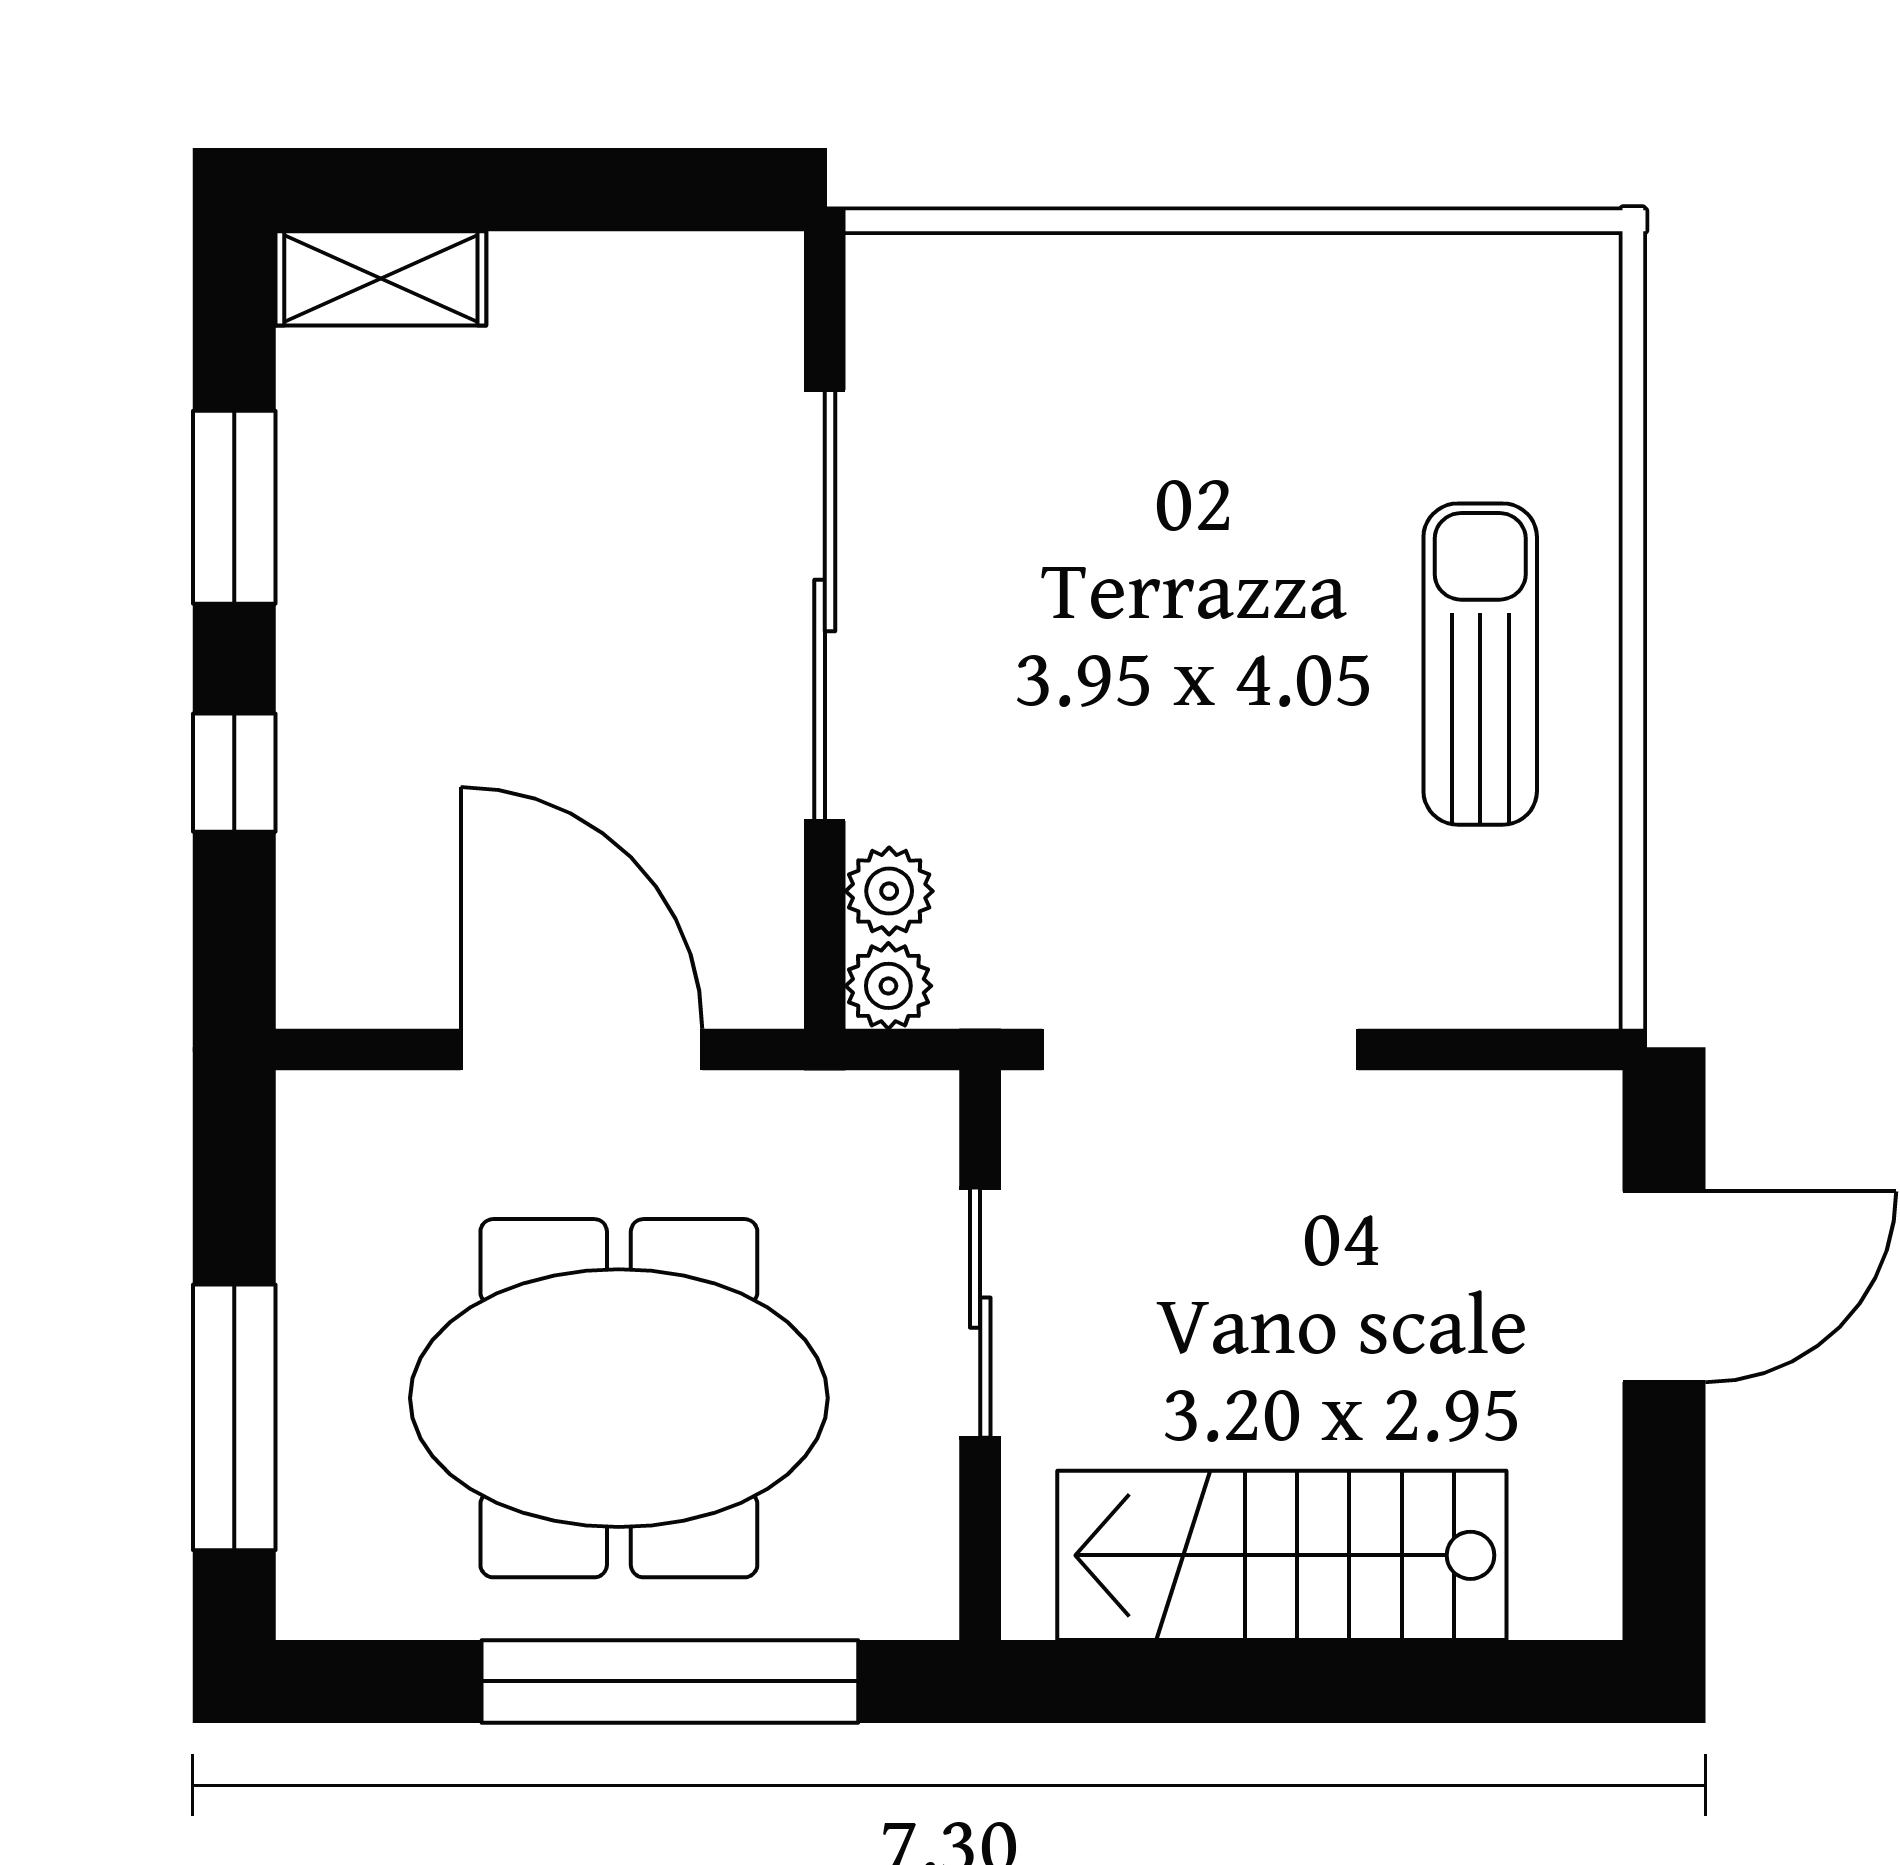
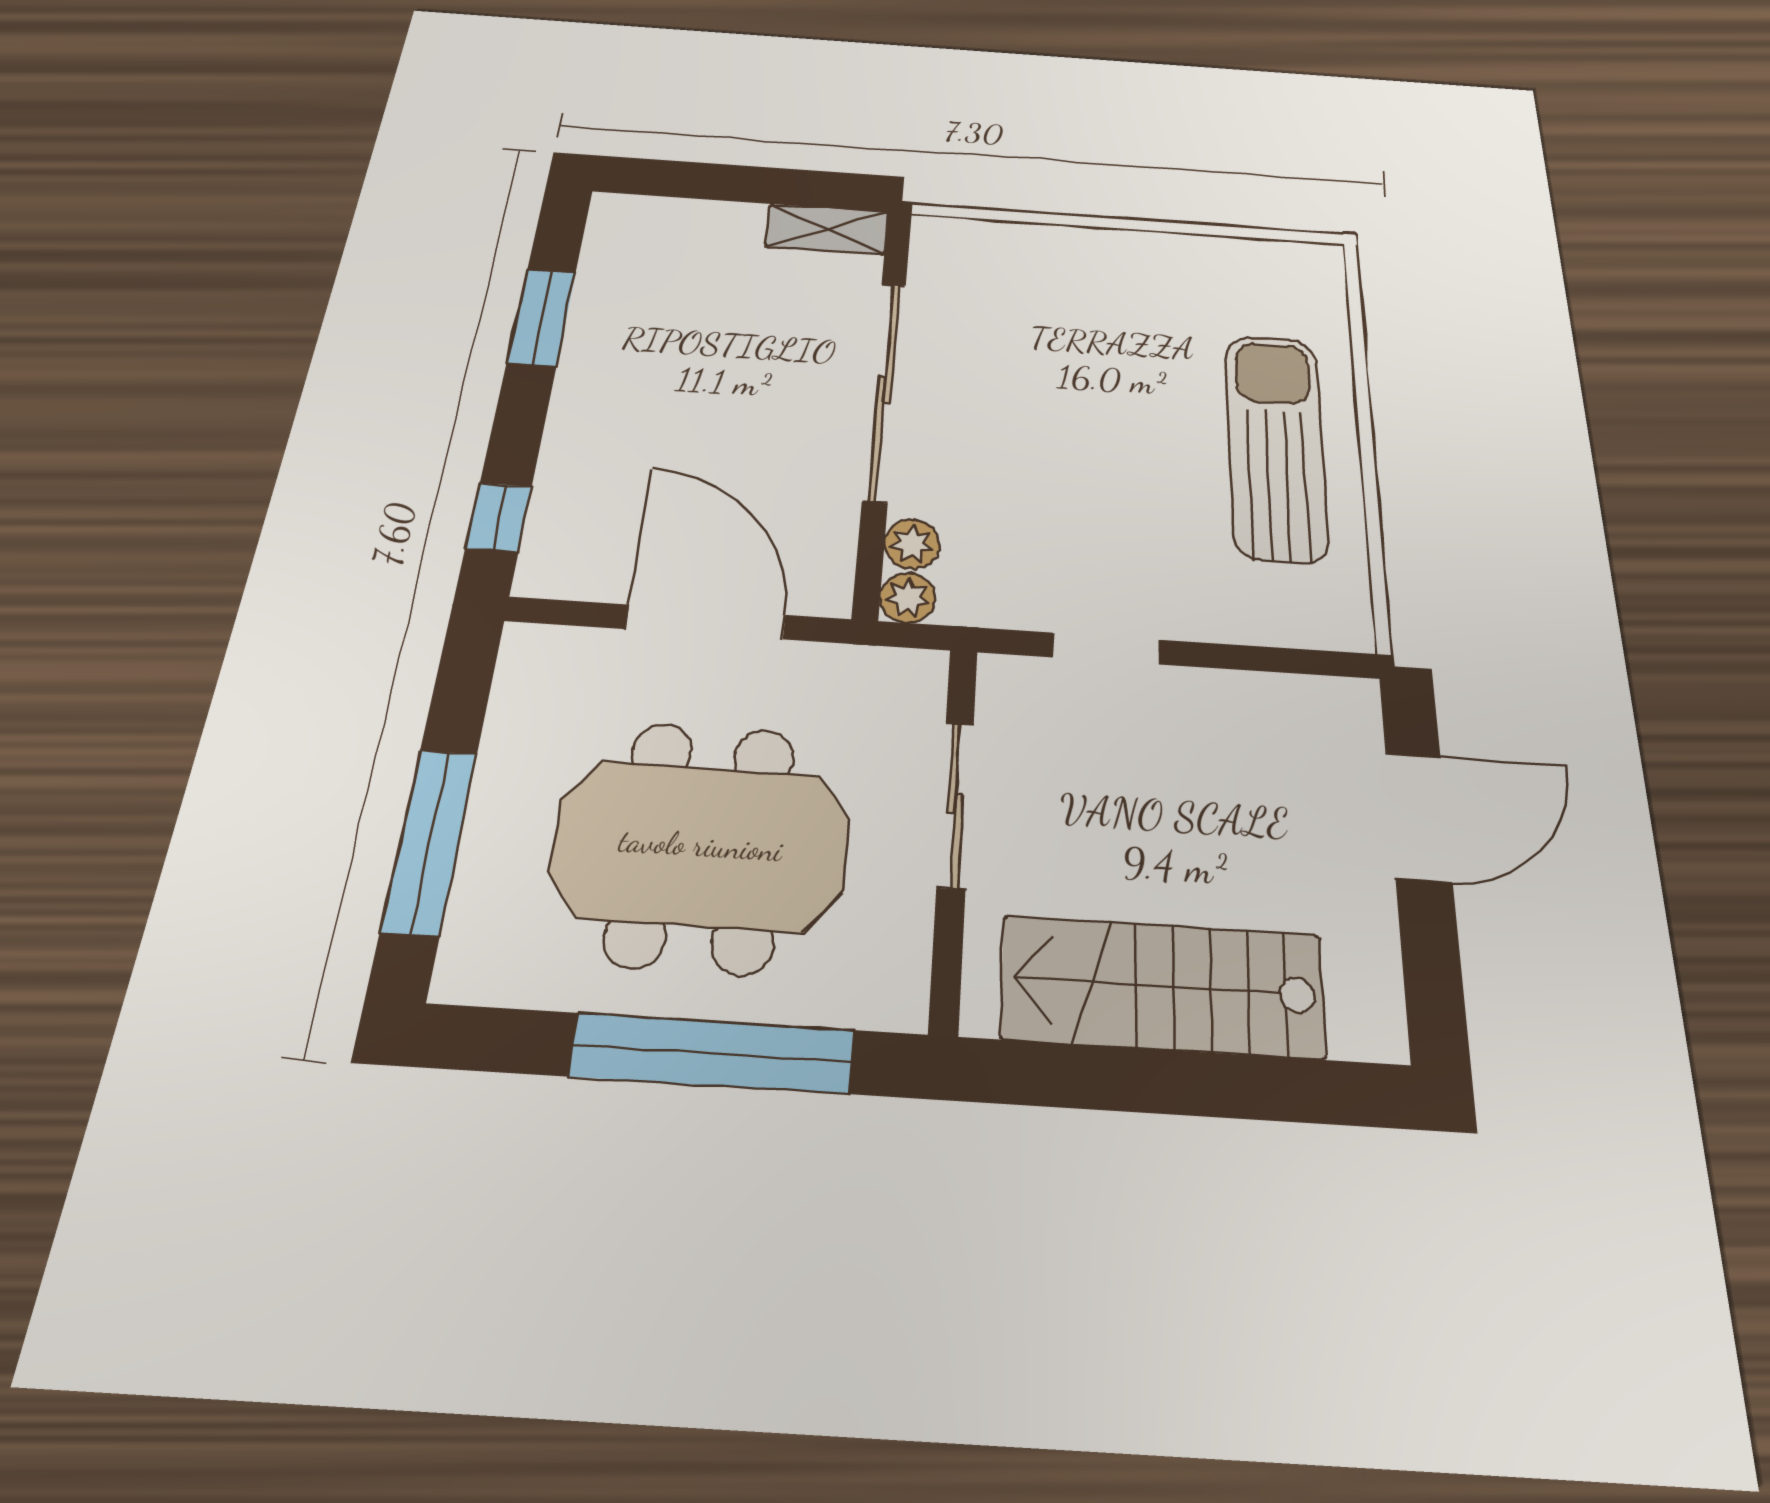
shelving: (381, 278) -> (827, 229), moved
sun lounger: (1480, 664) -> (1276, 446), width x1.36, depth x1.34
window: (234, 773) -> (499, 517), moved
doorway: (1200, 1050) -> (1106, 649), width x0.53

